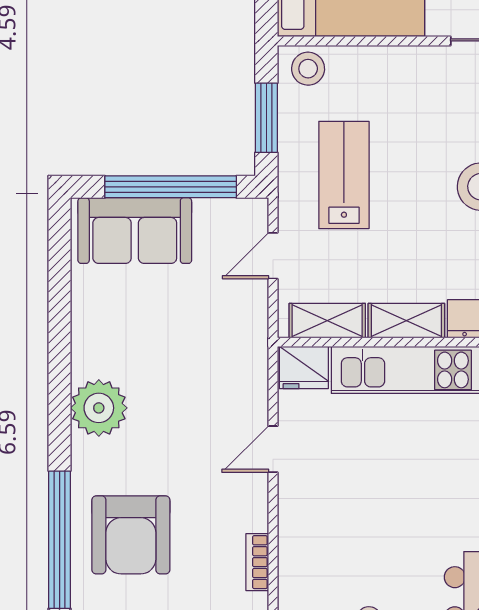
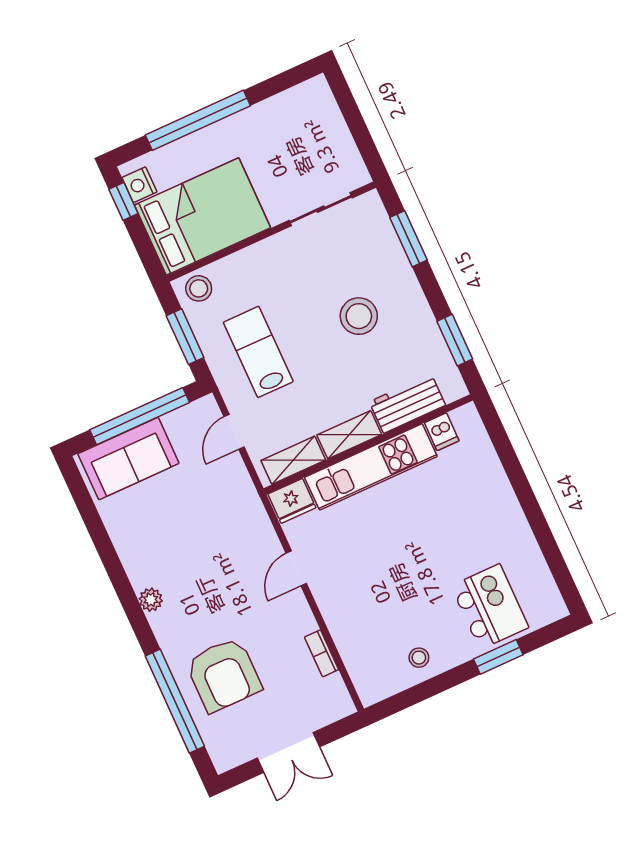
plant: (99, 408) -> (151, 600), width x0.53, depth x0.53

